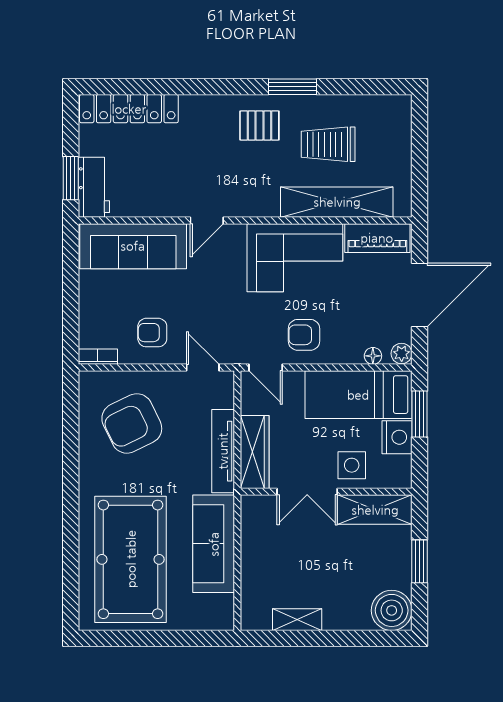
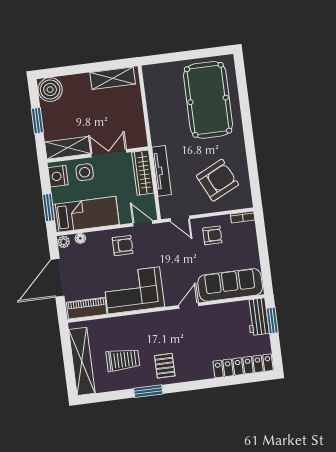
pallet: (259, 125) -> (165, 366), turned 90
shelving: (337, 202) -> (82, 361), moved, turned 90
nightstand: (397, 437) -> (58, 176), moved
sofa: (214, 544) -> (160, 115), removed
shelving: (297, 620) -> (113, 78), width x1.50, depth x1.33

